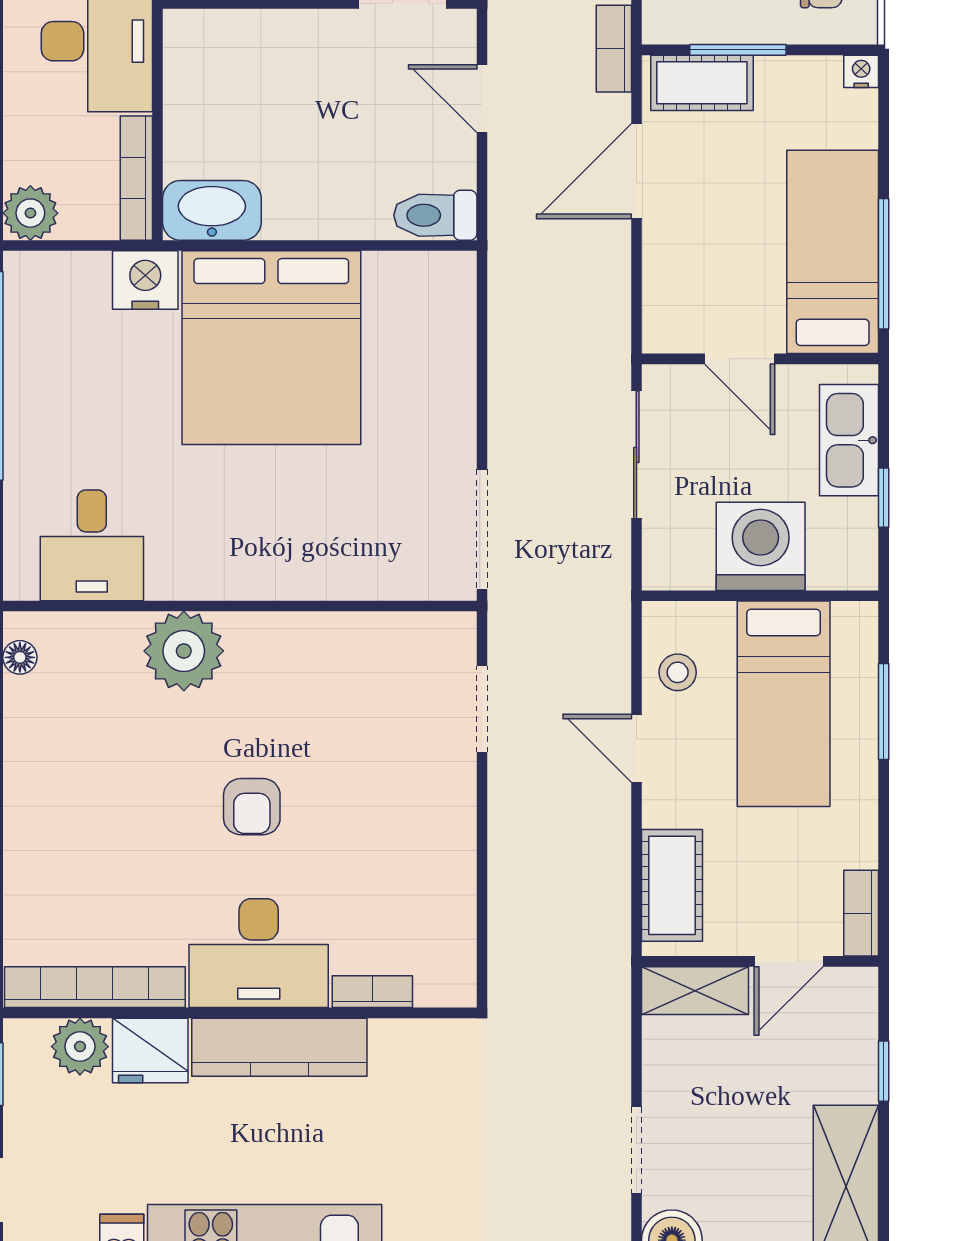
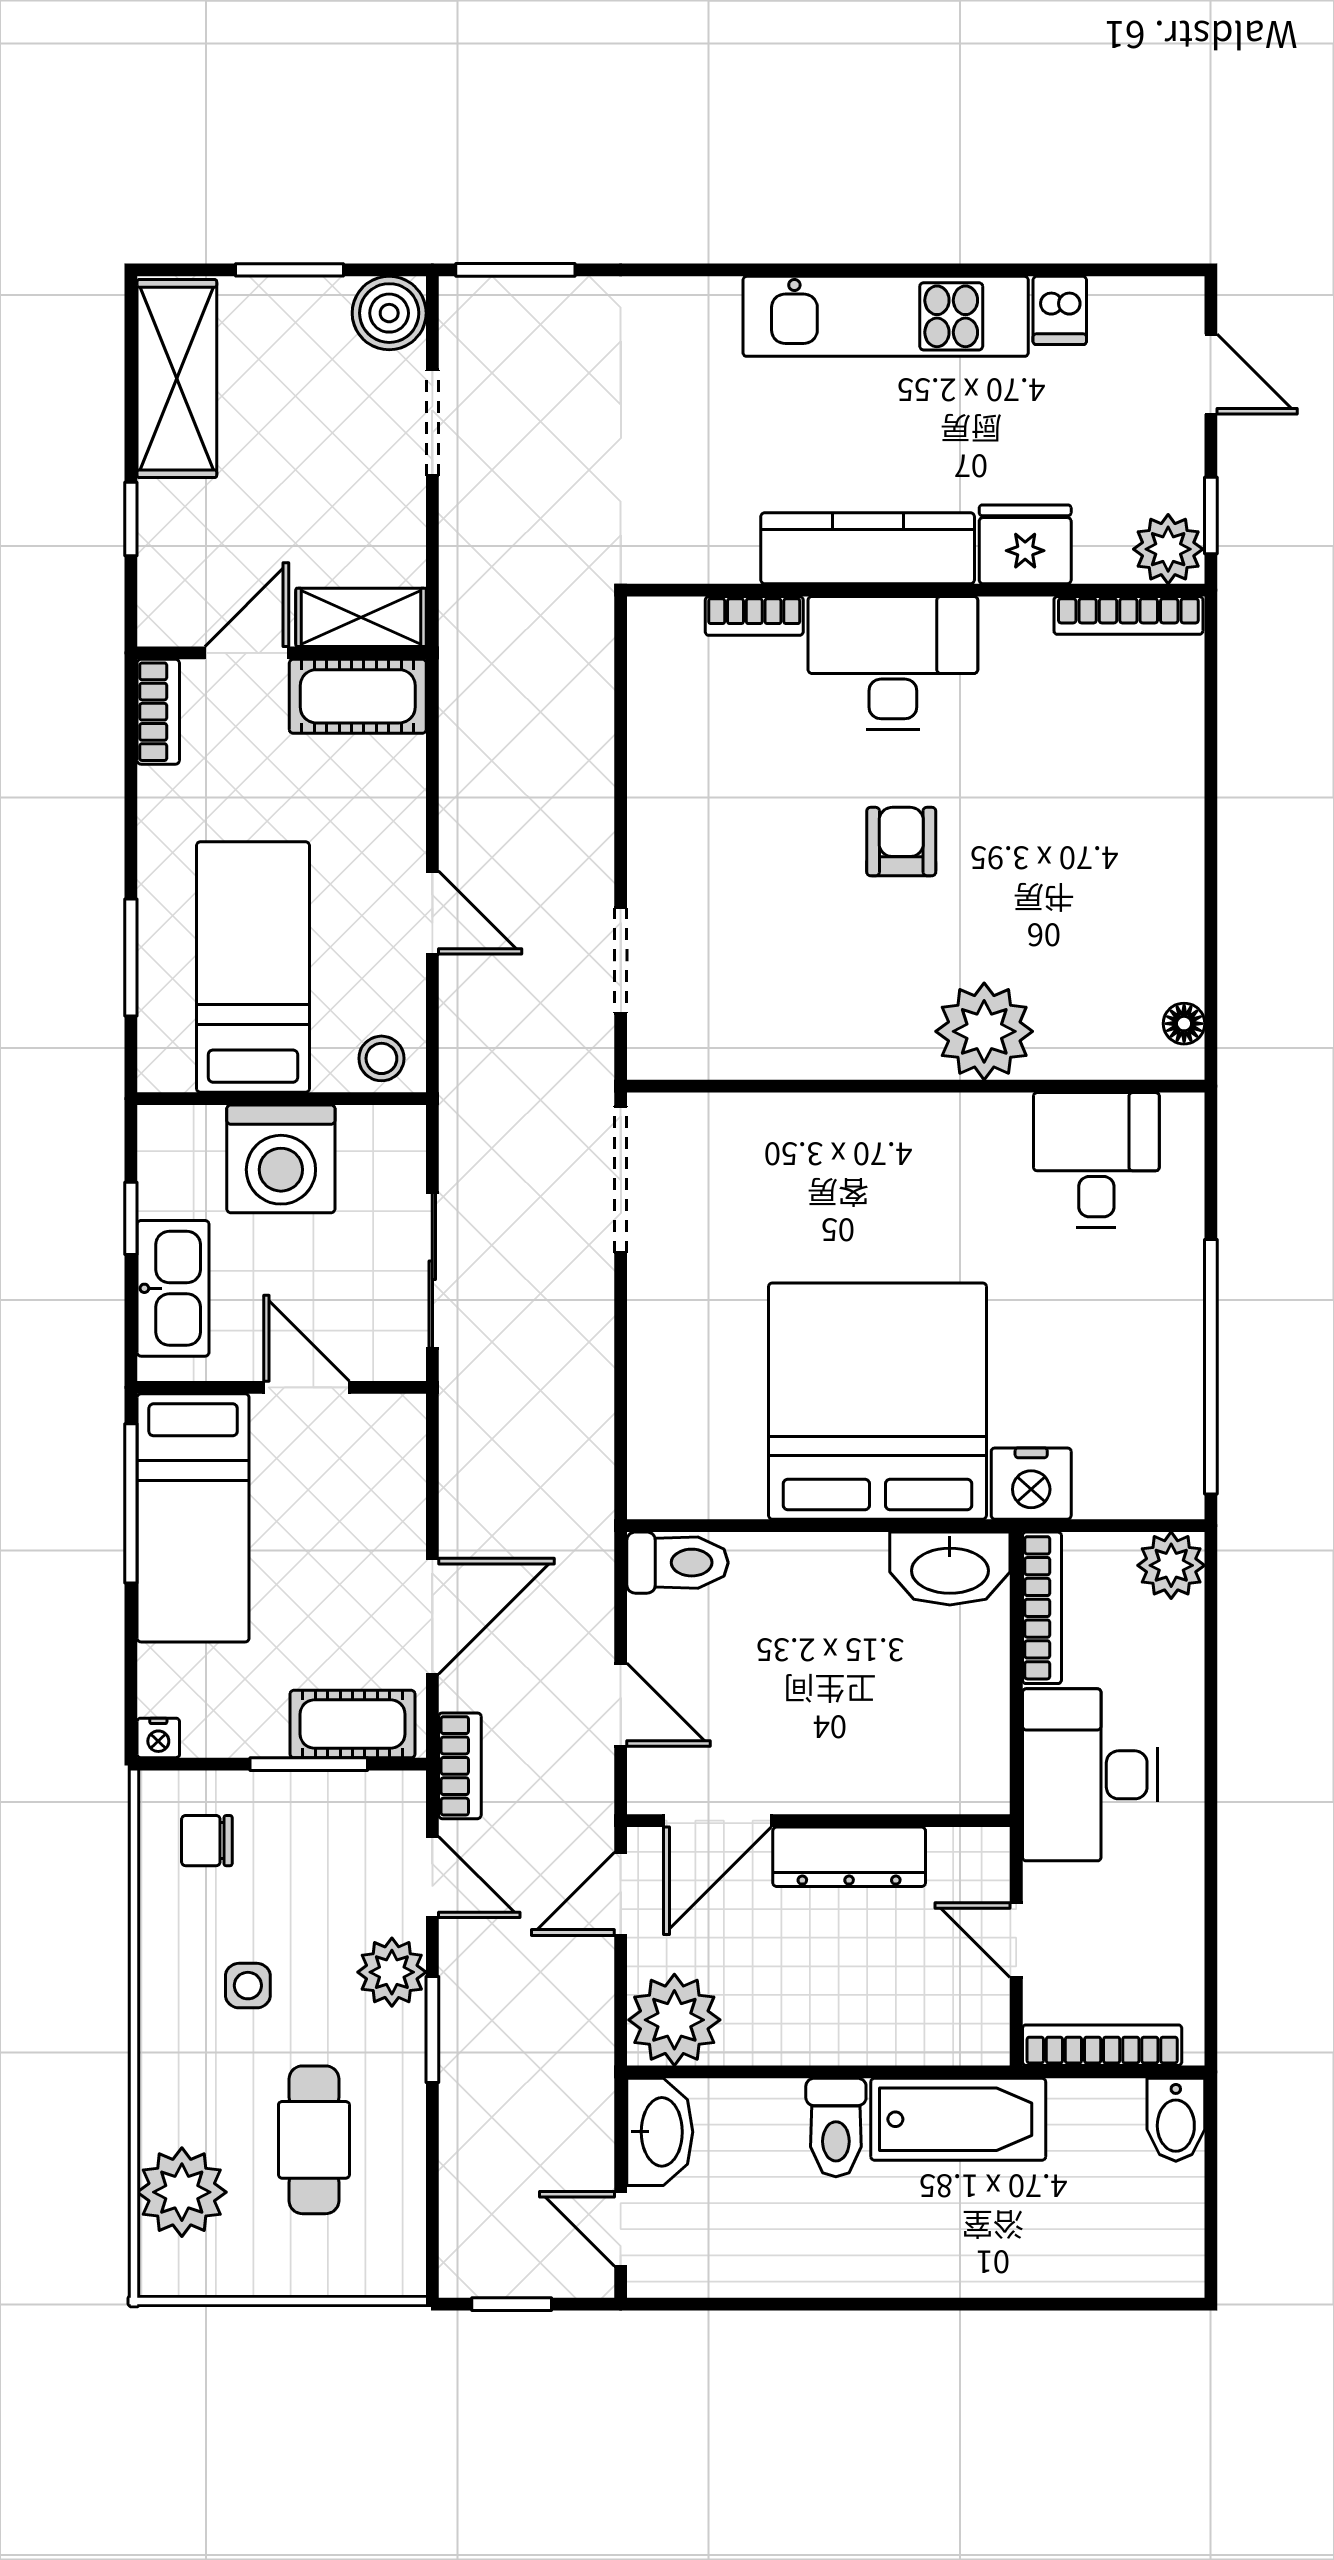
stool: (678, 672) -> (381, 1058), moved
cot: (672, 885) -> (358, 696), moved, turned 90
bookcase: (95, 987) -> (1128, 615), width x0.68, depth x0.76
plant: (80, 1047) -> (1168, 549), moved

